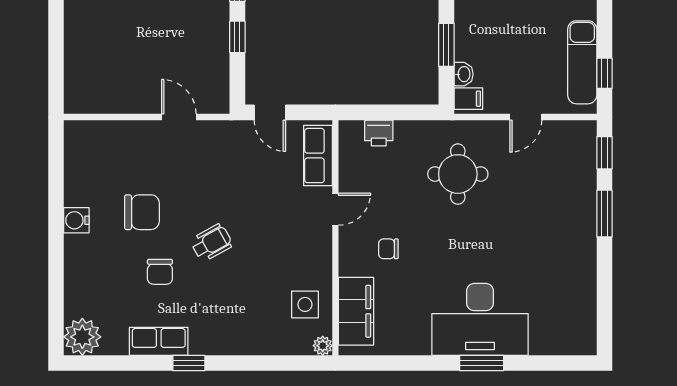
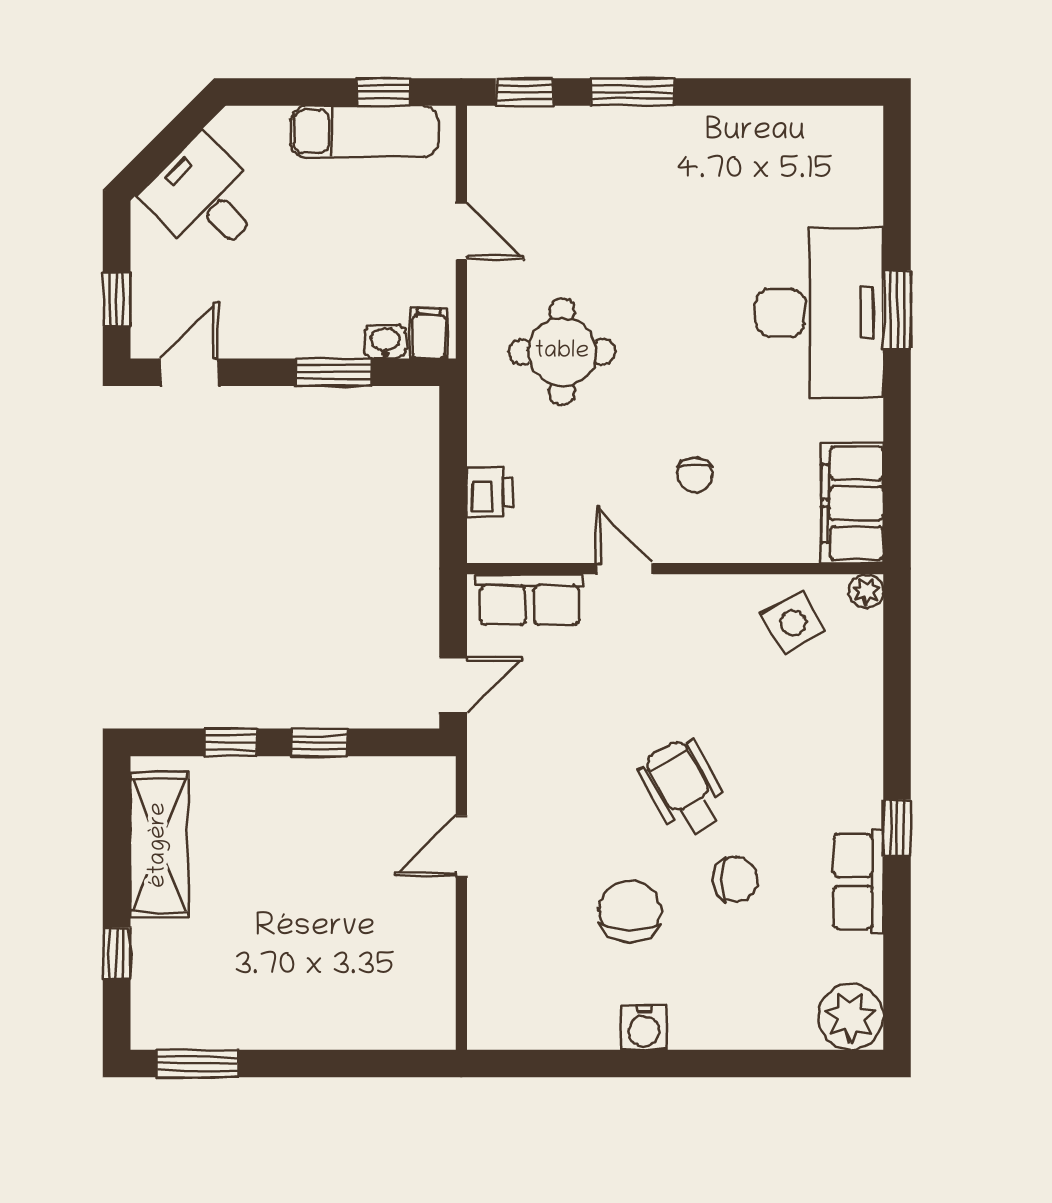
wheelchair: (212, 243) -> (684, 788), width x1.36, depth x1.37
side table: (305, 304) -> (793, 623), turned -30
filing cabinet: (356, 311) -> (852, 503), moved, turned -90

